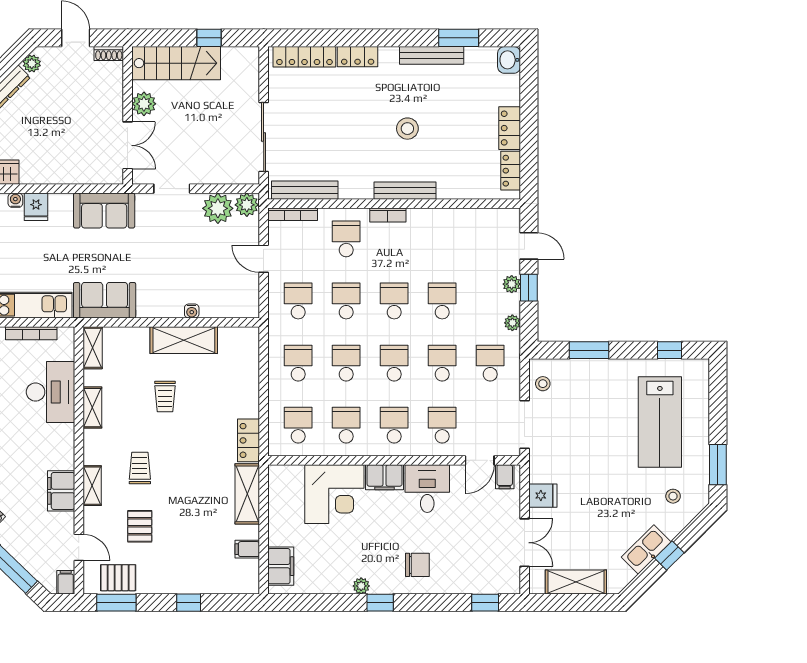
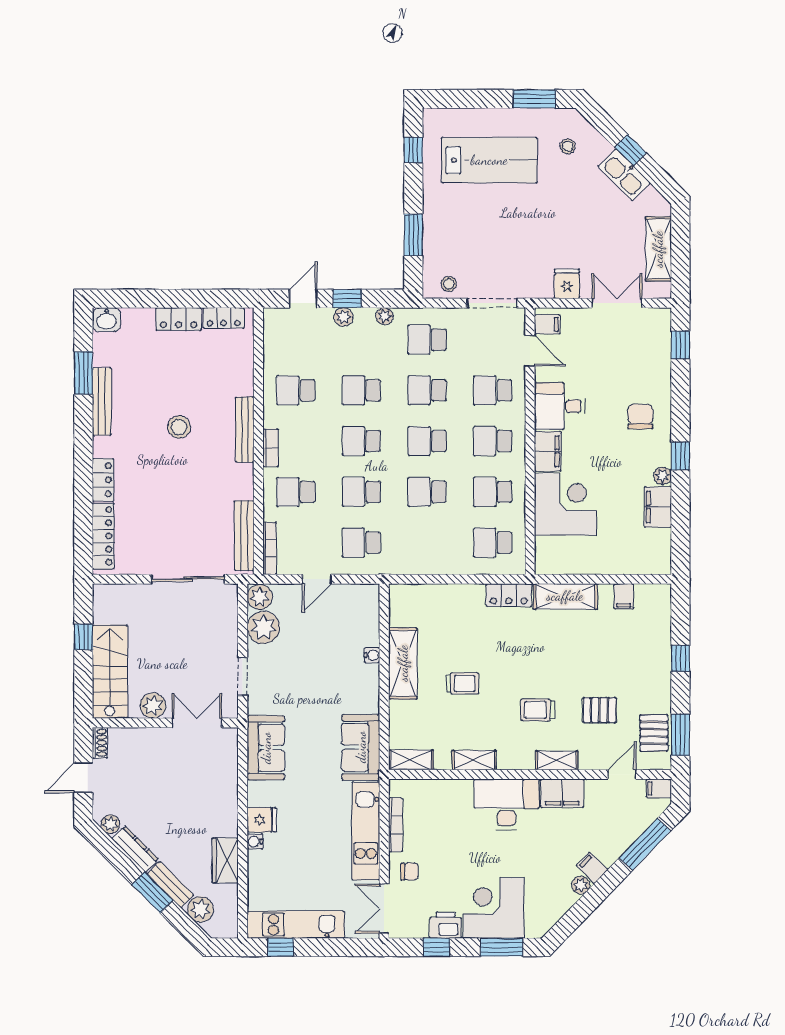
school desk: (298, 363) -> (296, 390), moved
desk: (50, 392) -> (507, 804), moved
filing cabinet: (281, 566) -> (658, 507), moved, turned -90

